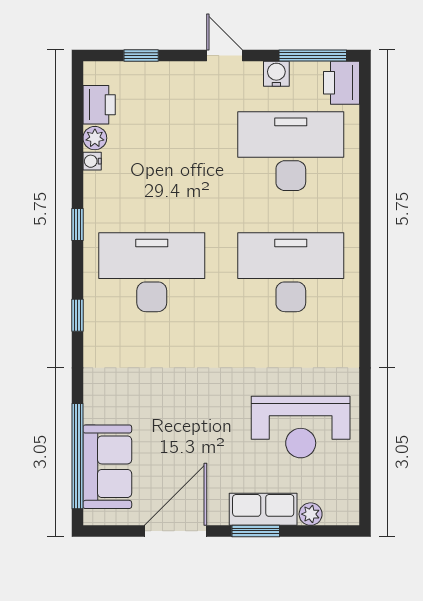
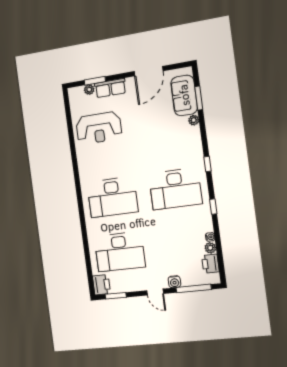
window: (141, 56) -> (194, 288), width x2.17
window: (313, 56) -> (116, 296), width x0.69
water cooler: (276, 74) -> (174, 282), moved
plant: (94, 412) -> (194, 120), added
reception desk: (301, 427) -> (99, 128), turned 180
window: (78, 456) -> (199, 98), width x0.47
window: (256, 531) -> (95, 81), moved

